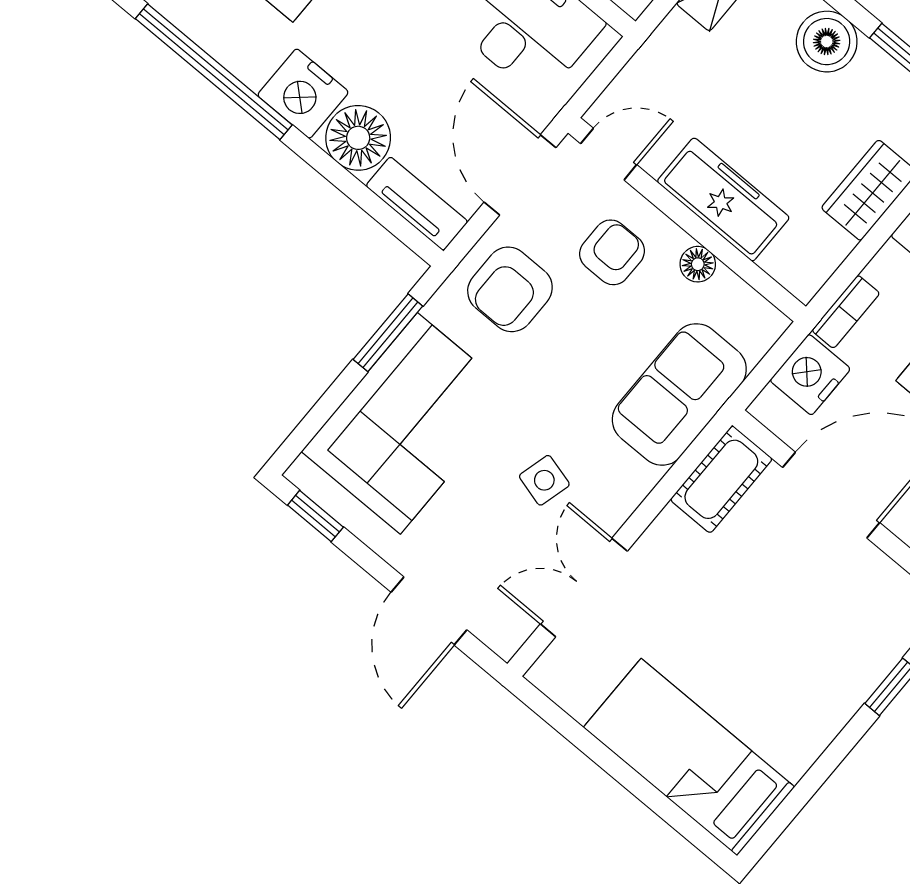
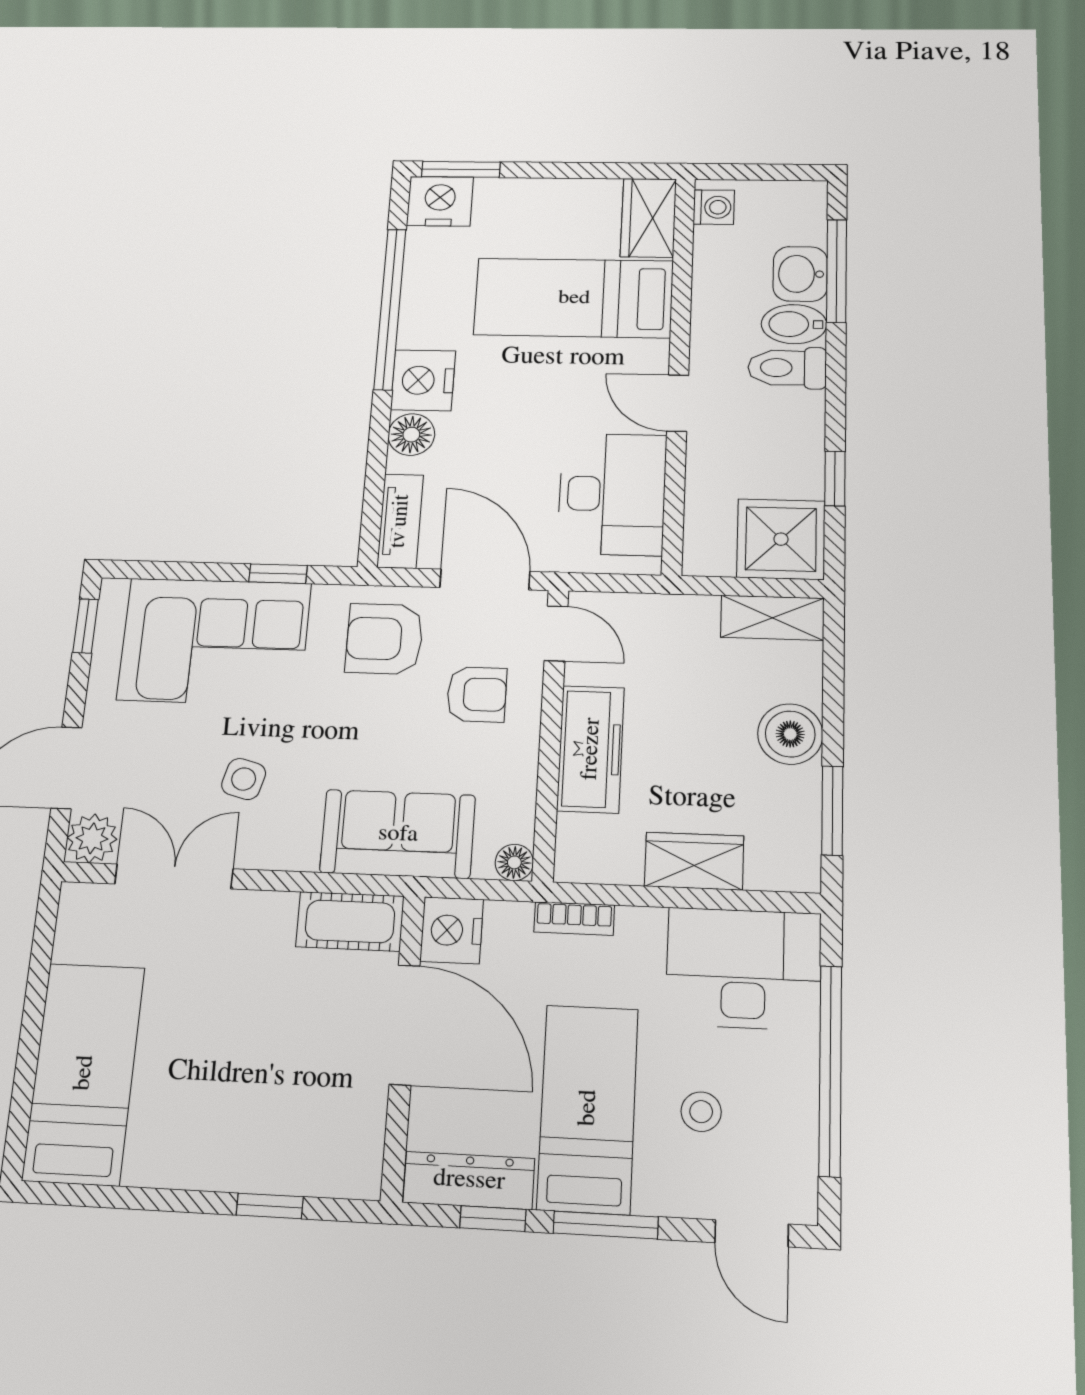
floor lamp: (358, 138) -> (411, 435), width x0.73, depth x0.73
door: (520, 175) -> (485, 579), hinge flipped
floor lamp: (698, 264) -> (514, 862), moved
window: (388, 333) -> (278, 574), width x0.67
nightstand: (810, 375) -> (452, 930), moved, turned -90
plant: (504, 630) -> (92, 838), added

